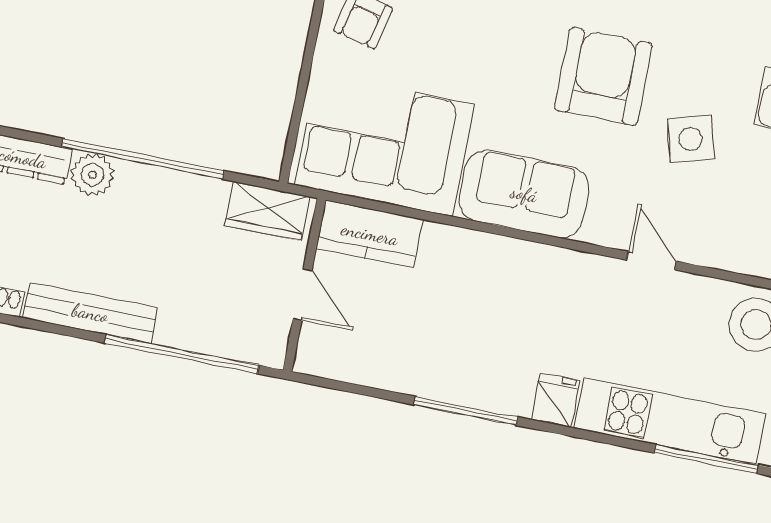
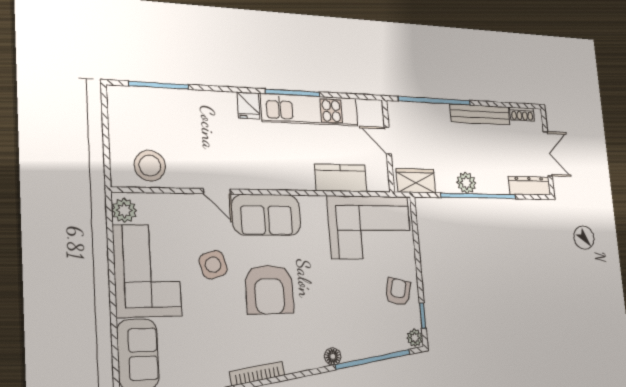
plant: (92, 175) -> (466, 183), moved
sofa: (524, 194) -> (266, 215), moved
kitchen counter: (370, 234) -> (341, 178), moved
kitchen unit: (670, 421) -> (310, 110), moved

